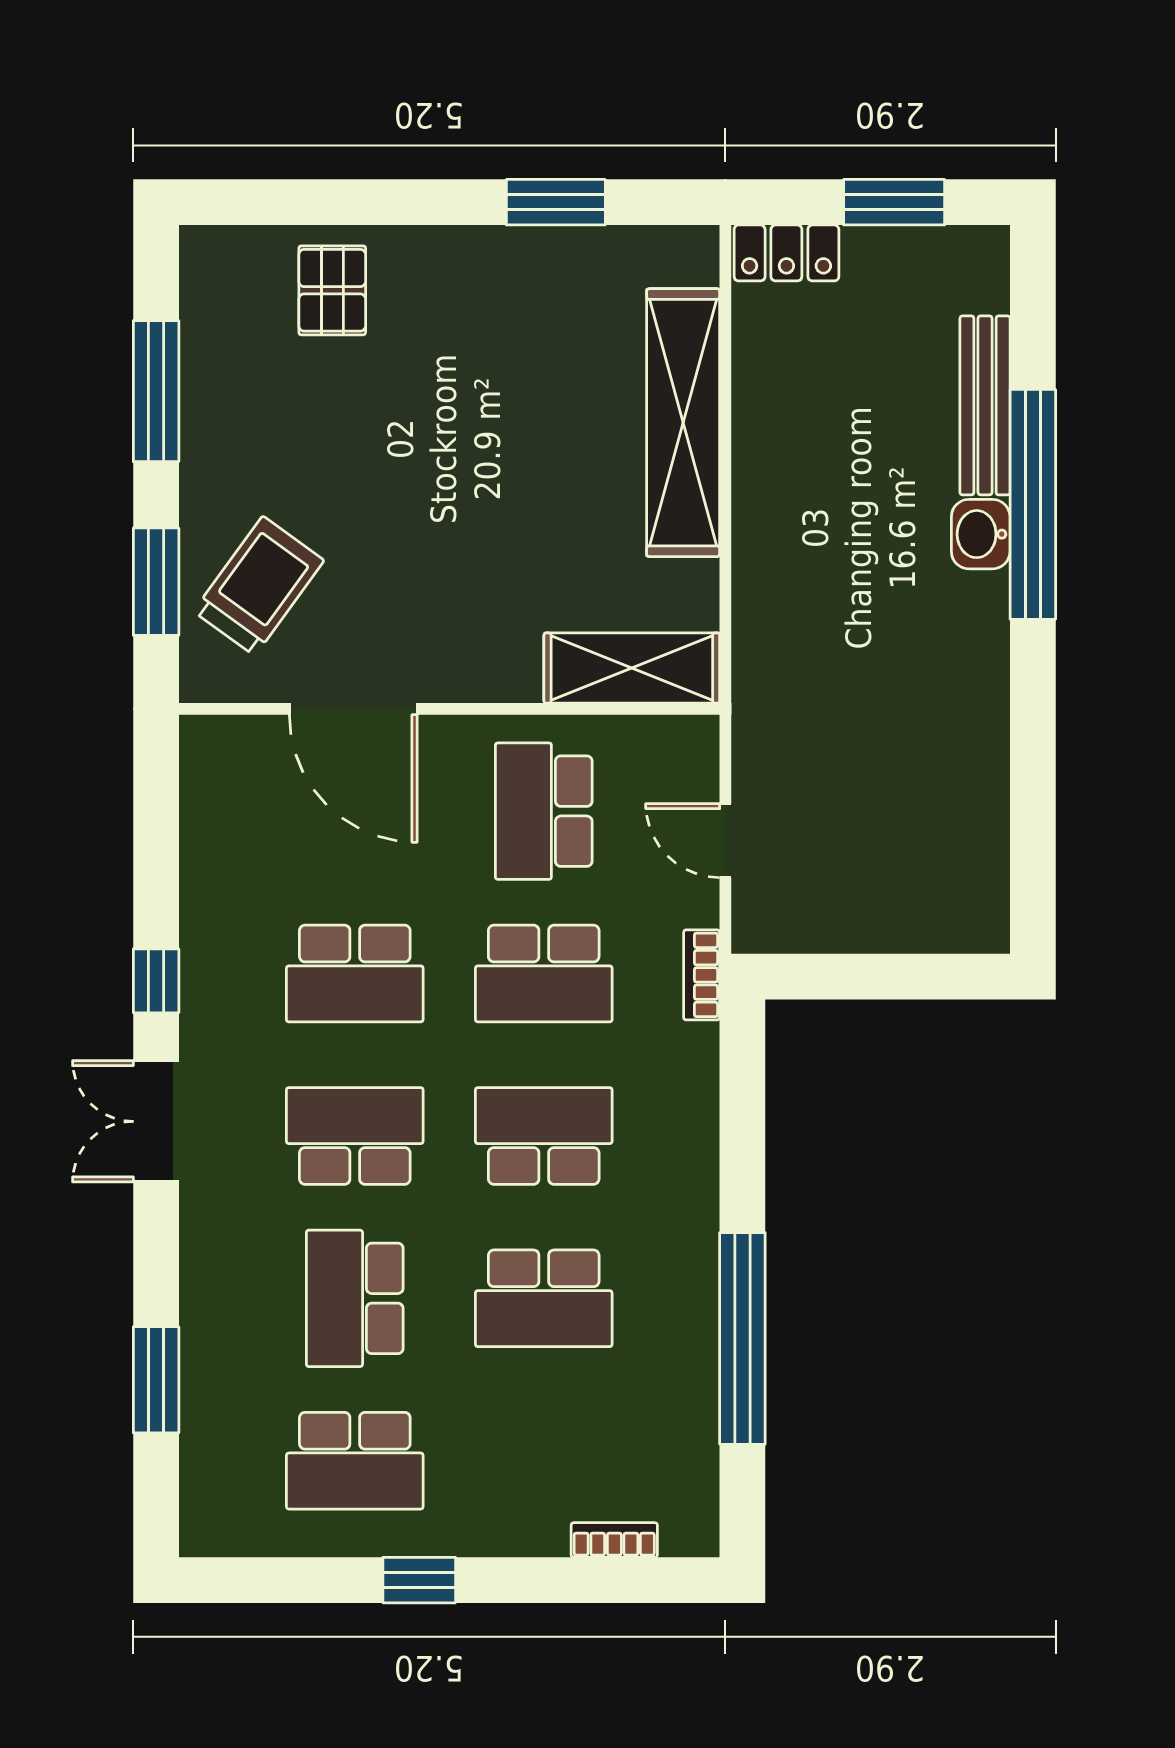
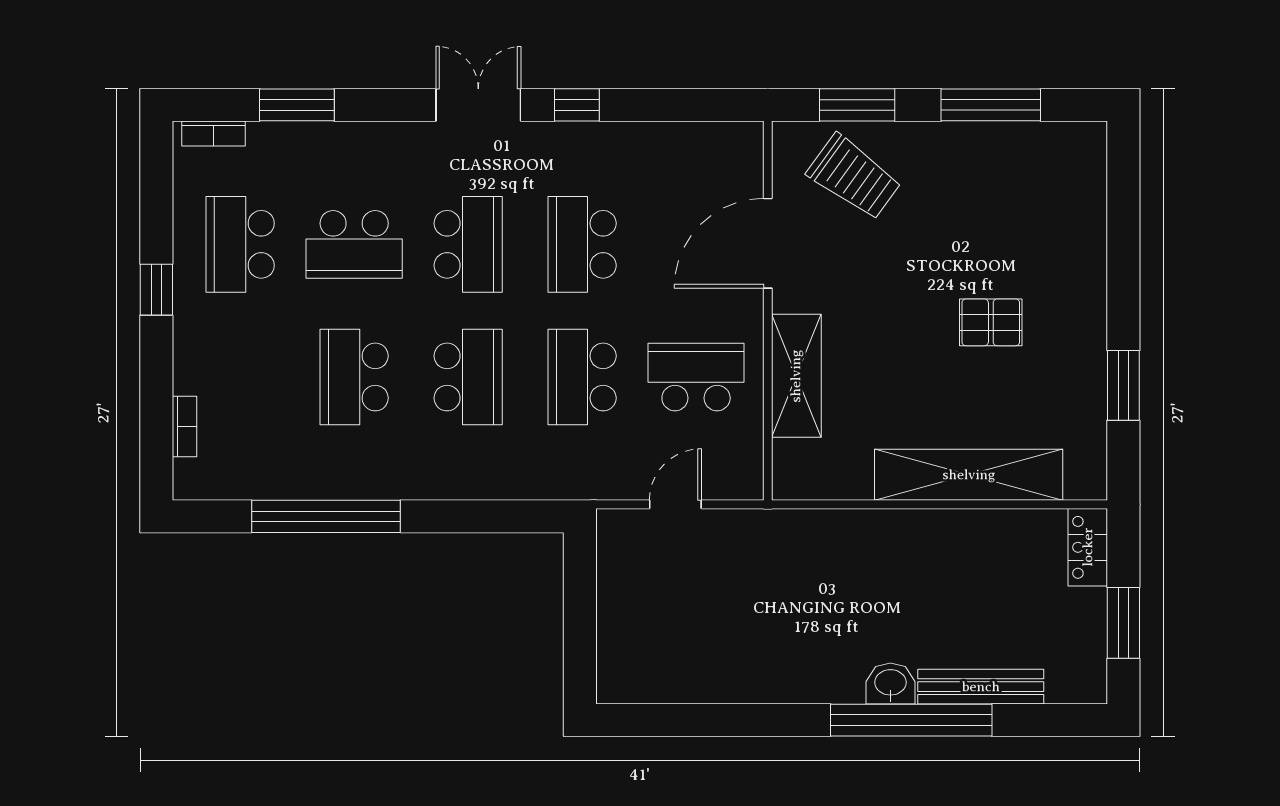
pallet: (332, 290) -> (991, 322), moved
shelving: (632, 668) -> (796, 376), moved
bookcase: (702, 975) -> (213, 134), moved, turned 180
school desk: (355, 1298) -> (354, 244), turned 180

